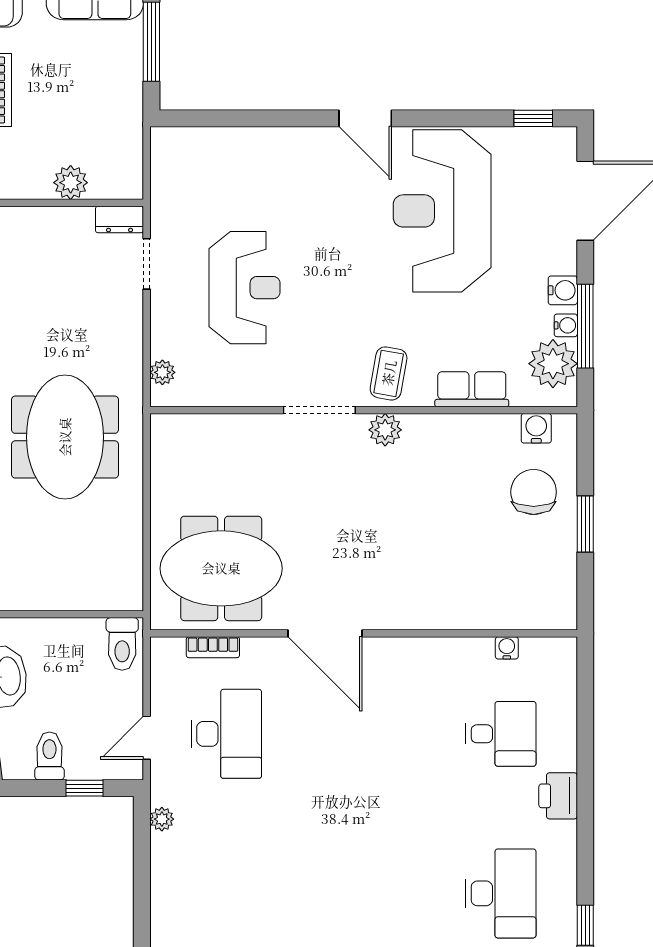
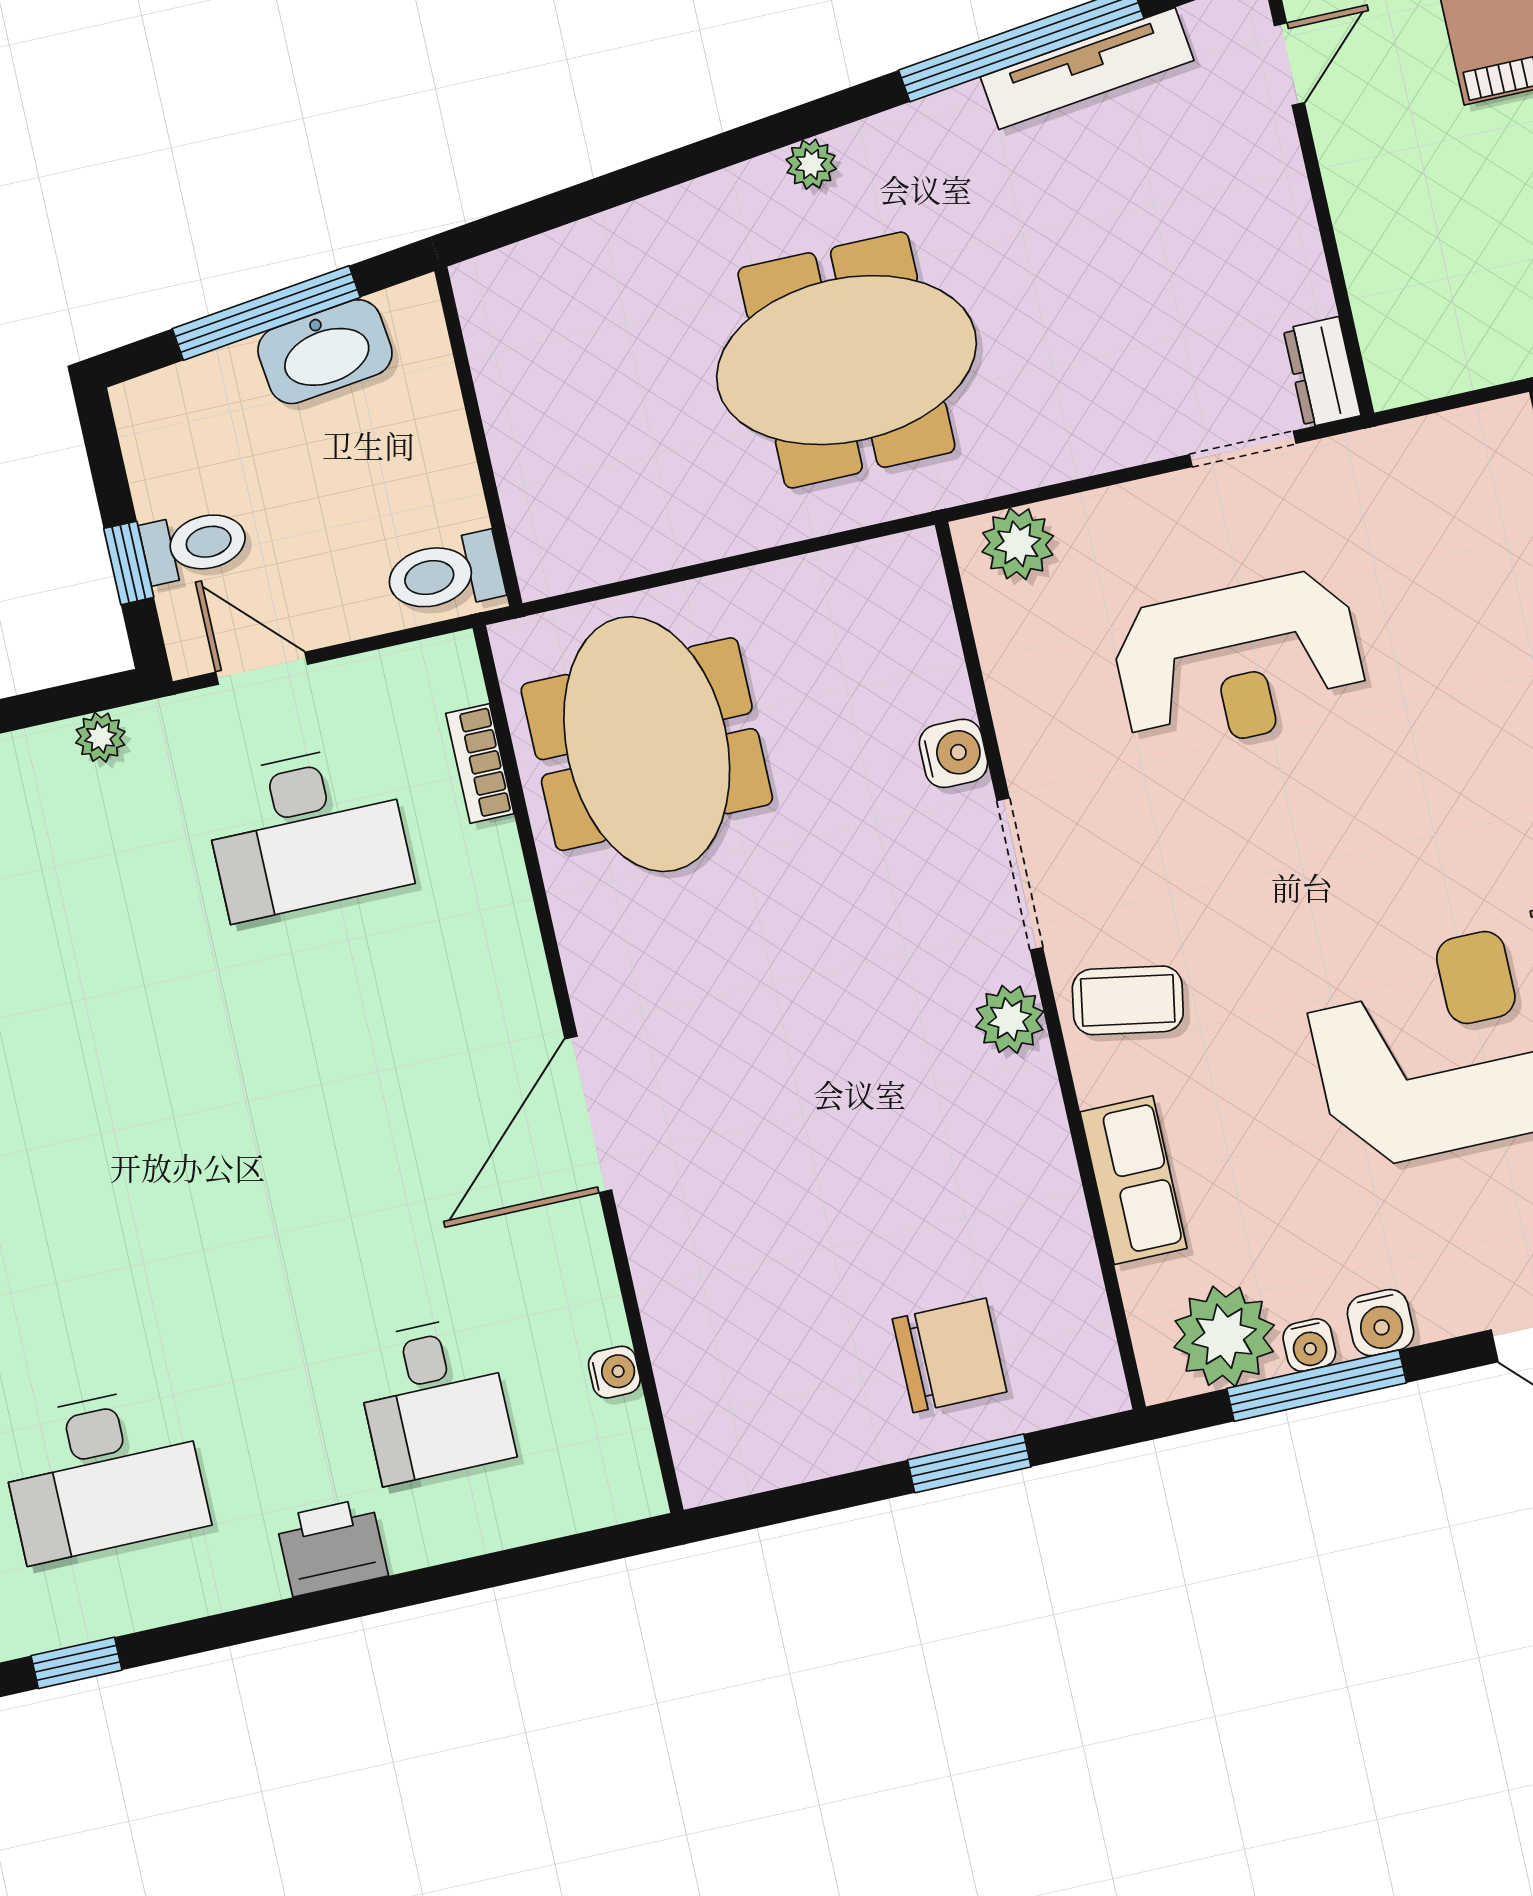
plant: (71, 183) -> (1376, 254), removed
plant: (162, 372) -> (1018, 544), width x1.38, depth x1.38
water cooler: (536, 428) -> (953, 753), moved
window: (585, 524) -> (969, 1463), moved
door: (325, 633) -> (588, 1114), moved
toilet: (49, 756) -> (195, 545), moved

